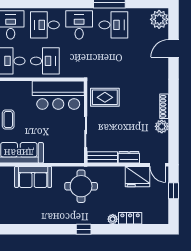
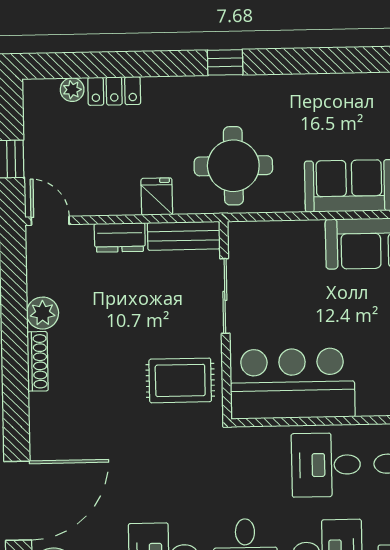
door: (174, 48) -> (18, 501), width x1.88
fridge: (137, 177) -> (157, 197), moved, width x0.53, depth x0.75
plant: (113, 219) -> (72, 90), moved

